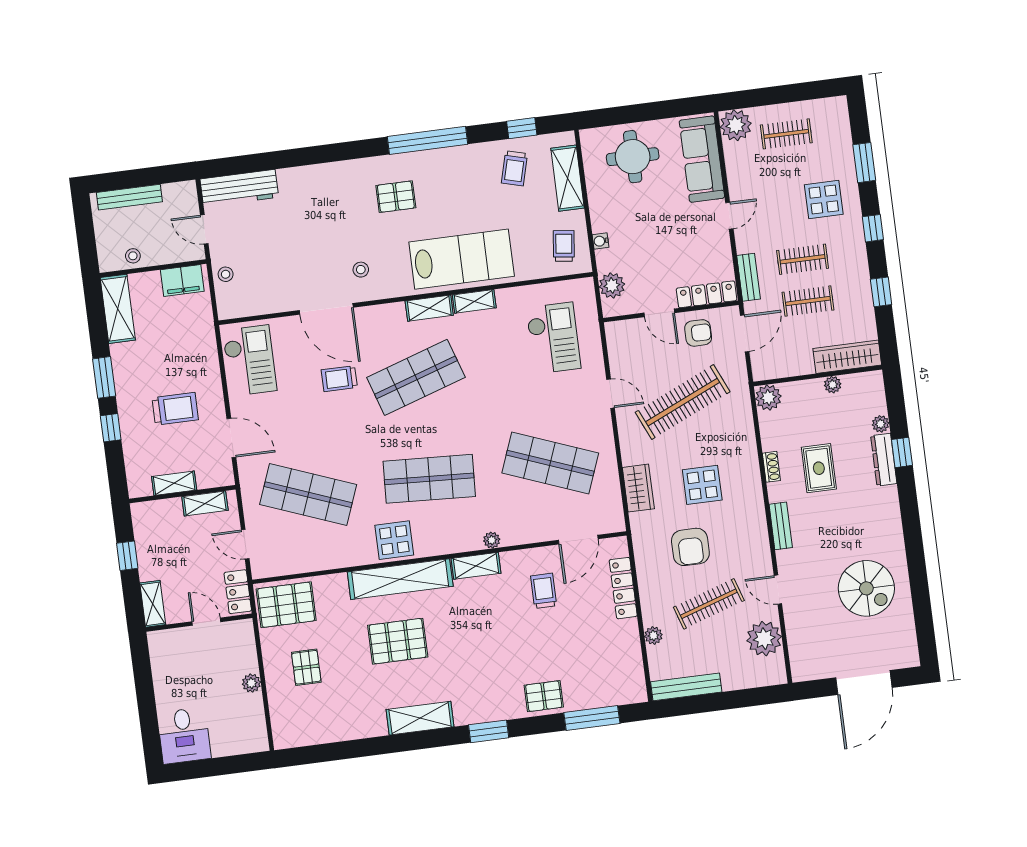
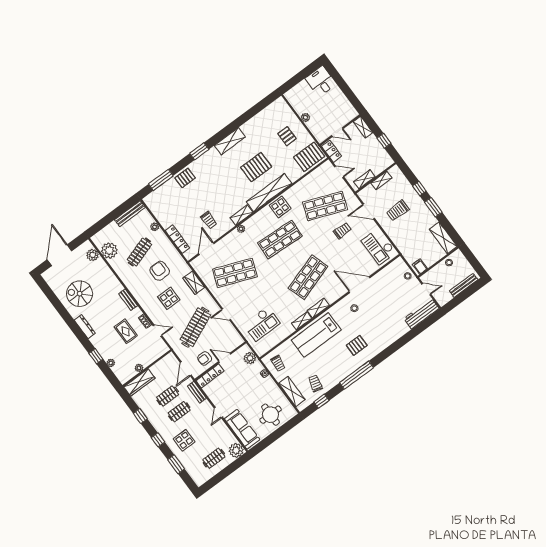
filing cabinet: (182, 280) -> (420, 266), width x0.50
checkout: (553, 338) -> (262, 324), turned -90
trolley: (339, 379) -> (342, 231), moved
plant: (768, 397) -> (93, 255), moved
dresser: (884, 460) -> (85, 327), moved
door: (778, 590) -> (157, 331), moved

